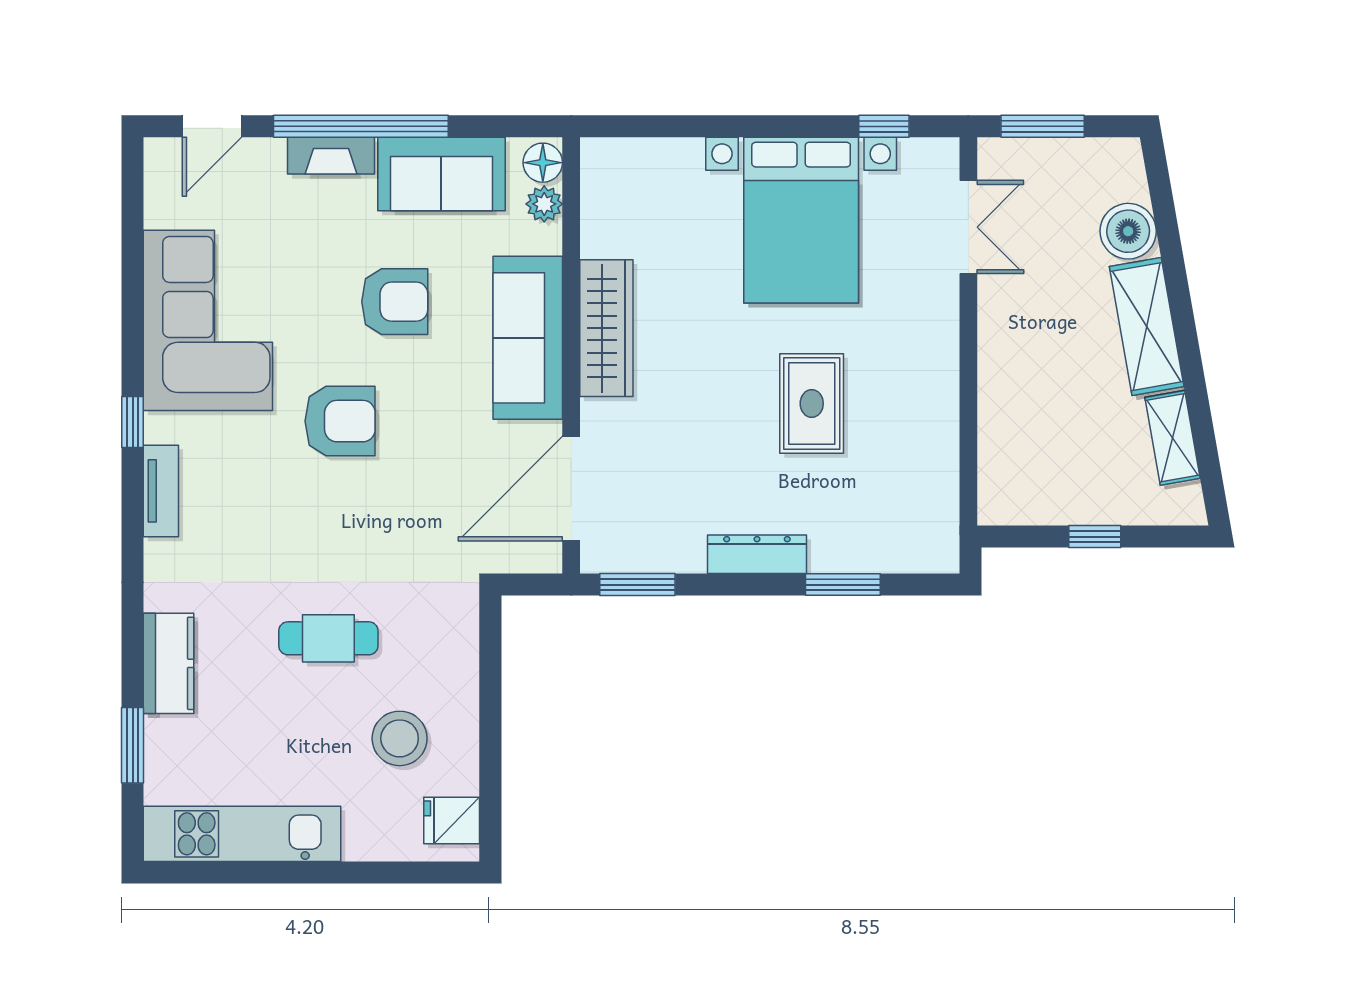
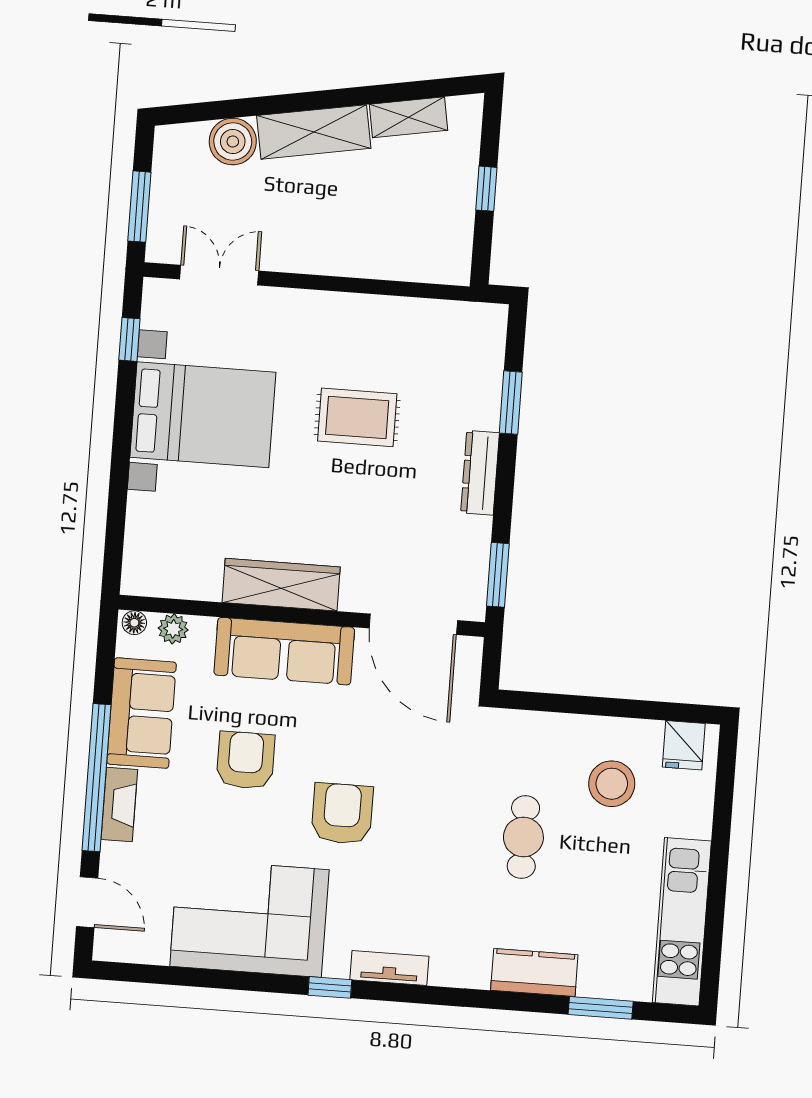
floor lamp: (543, 163) -> (134, 623), width x0.73, depth x0.73

